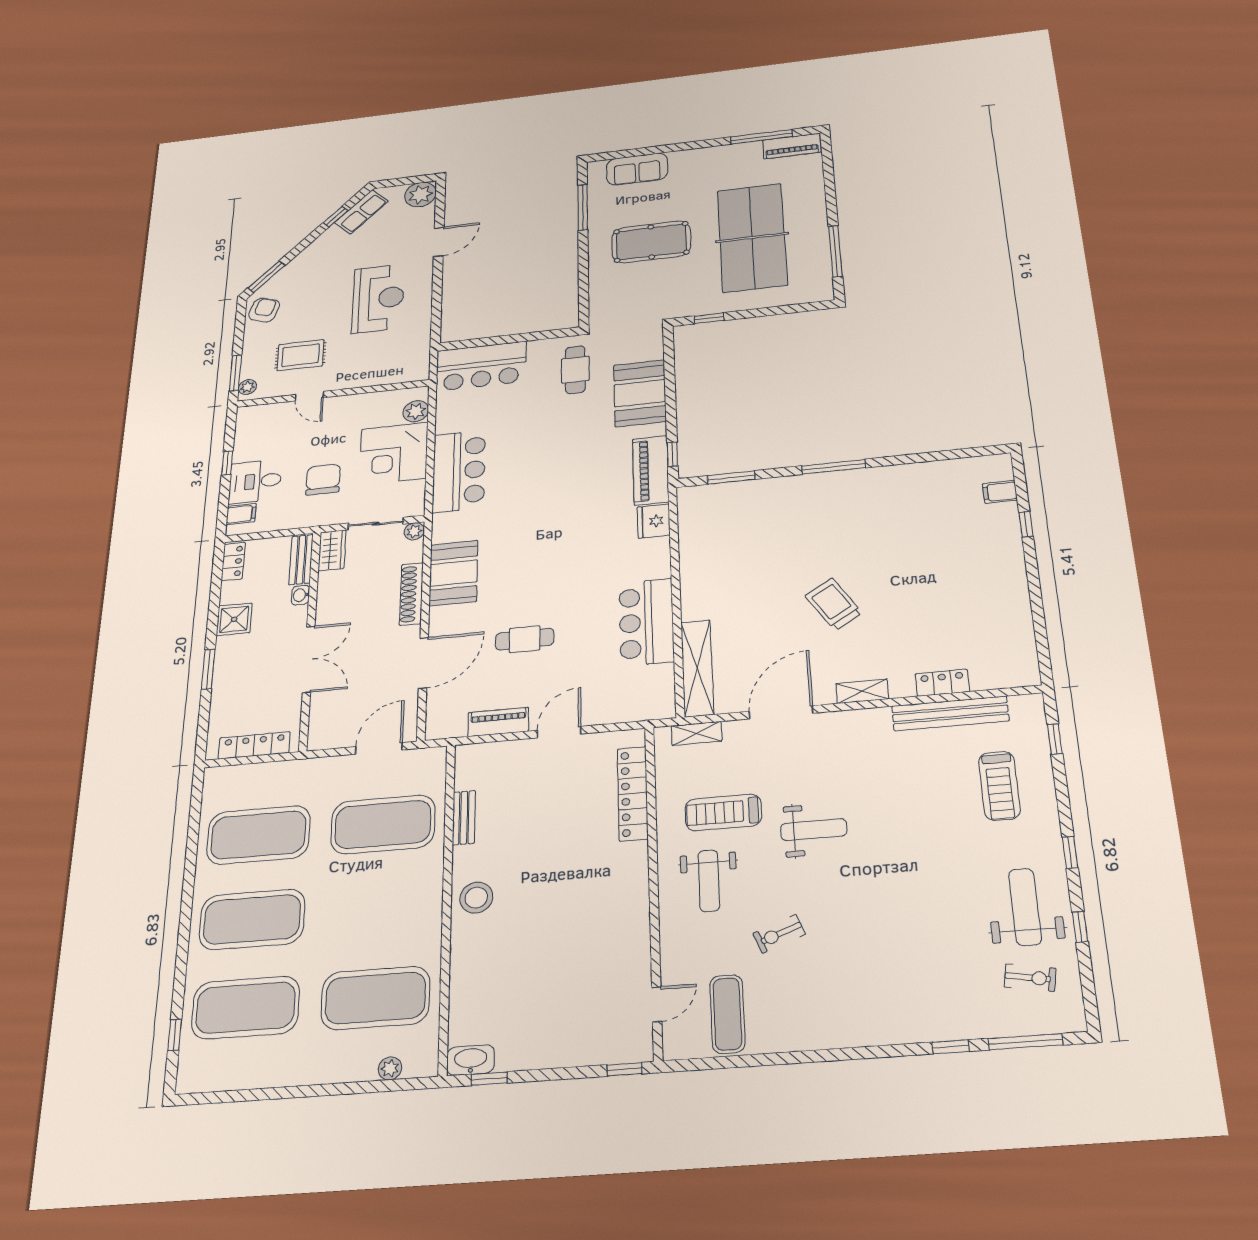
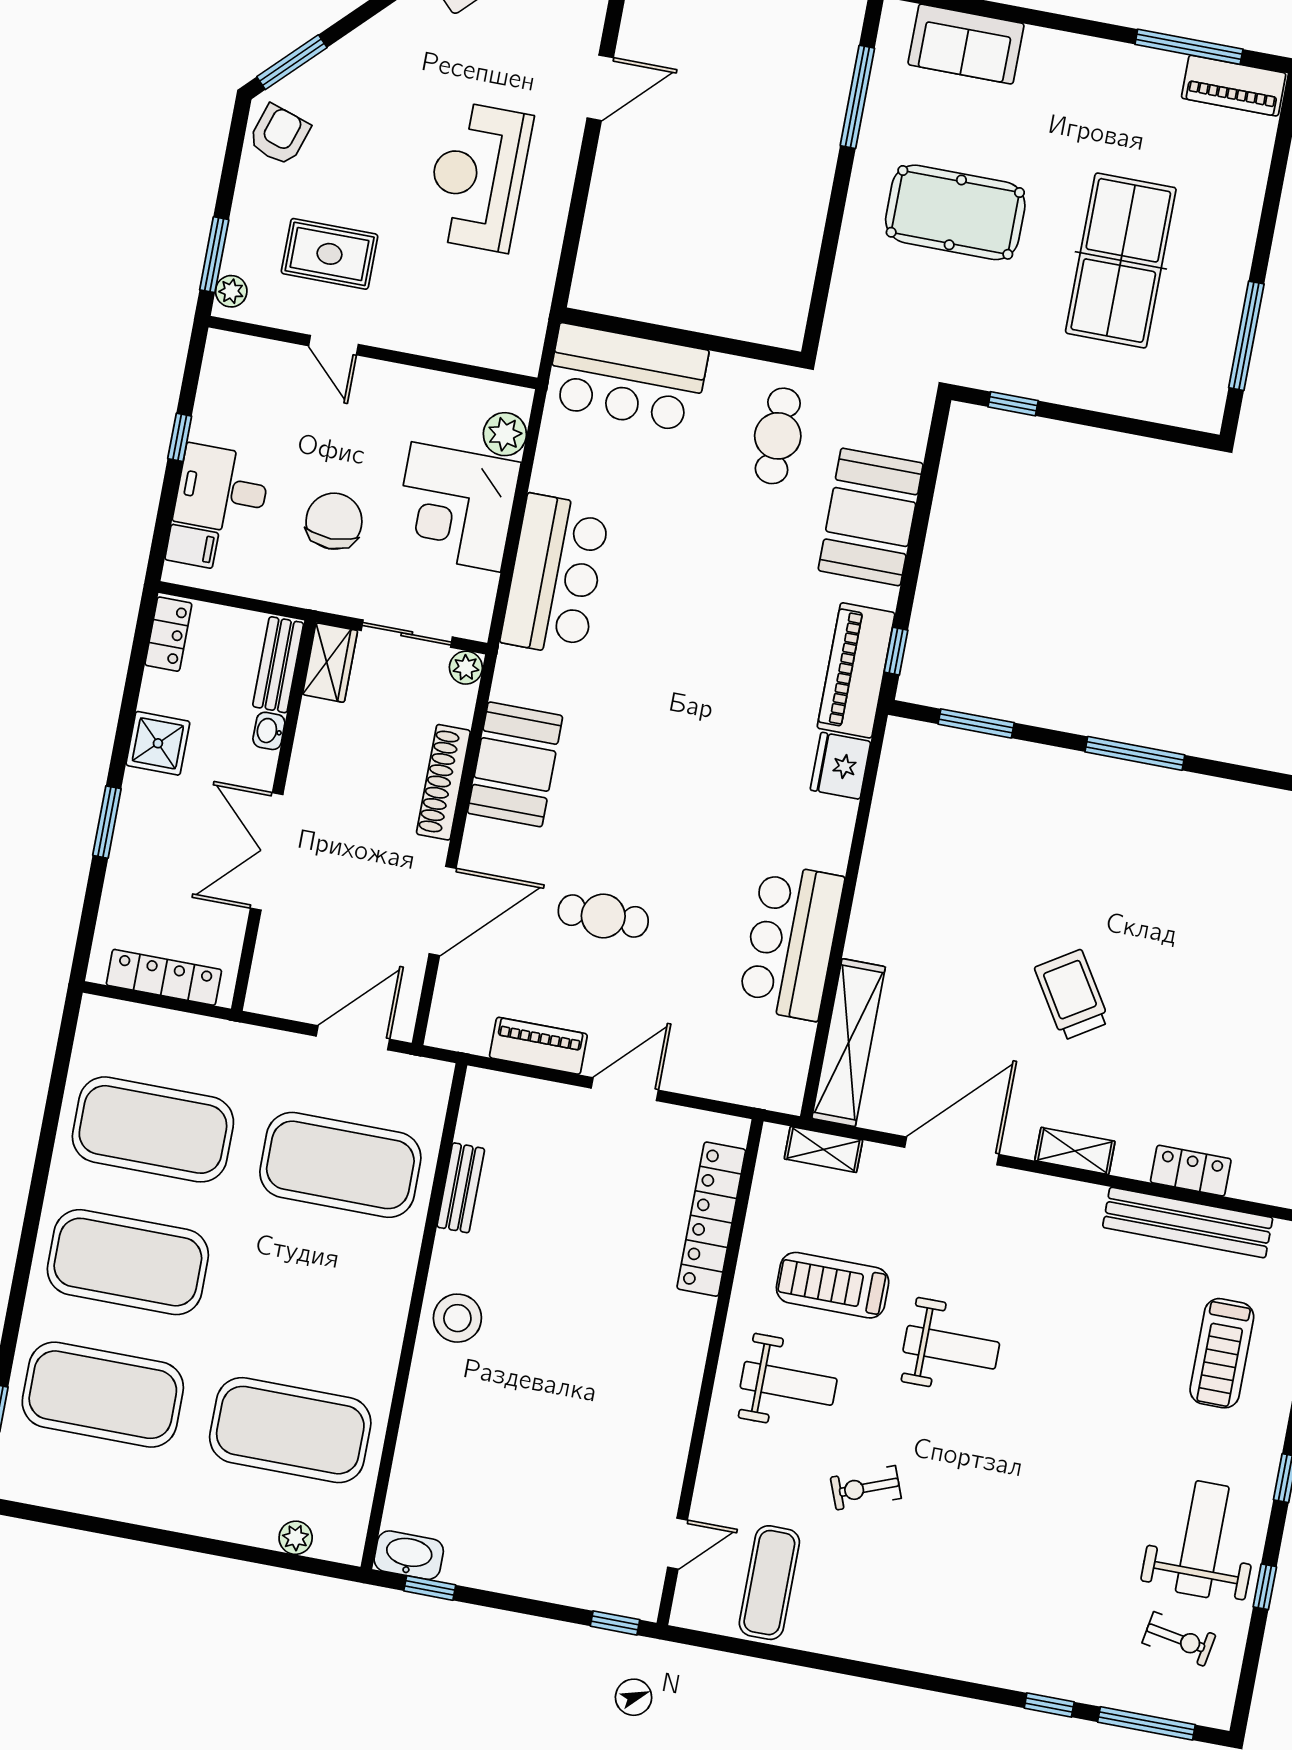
table tennis table: (752, 237) -> (1121, 260), width x0.73, depth x0.76
reception desk: (378, 298) -> (478, 177), turned 180
double door: (309, 659) -> (267, 851), swing flipped
weight bench: (709, 881) -> (789, 1383), turned -90

